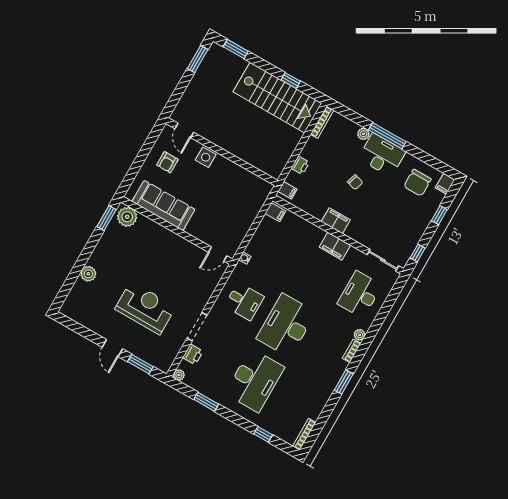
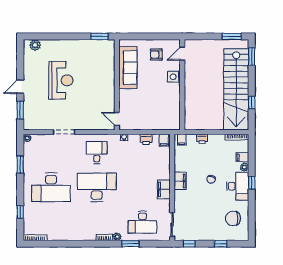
stairs: (277, 98) -> (236, 89), width x1.36
window: (387, 136) -> (252, 183), width x0.46
filing cabinet: (445, 184) -> (242, 157), moved
plant: (127, 217) -> (108, 49), removed
plant: (88, 274) -> (35, 45), moved
desk: (360, 294) -> (142, 222), turned 180
desk: (244, 301) -> (97, 152), turned 180
reception desk: (145, 308) -> (61, 80), moved
printer: (193, 354) -> (146, 139), moved
window: (344, 382) -> (131, 244), moved

